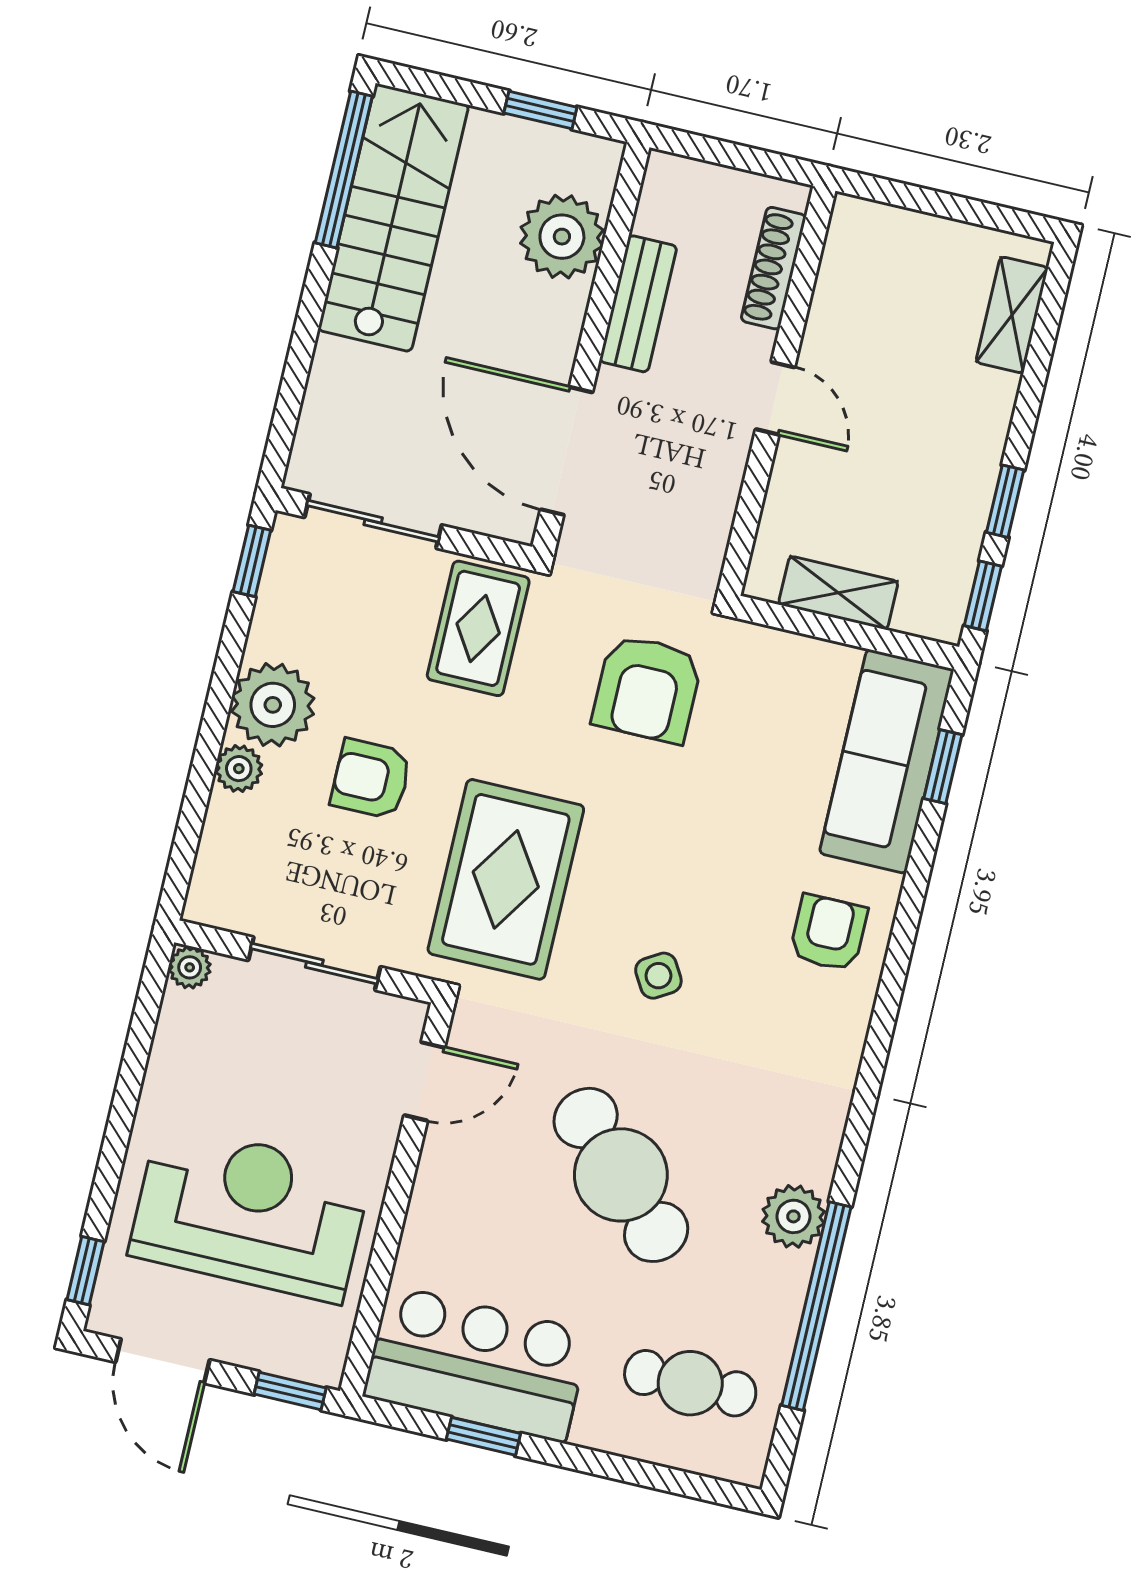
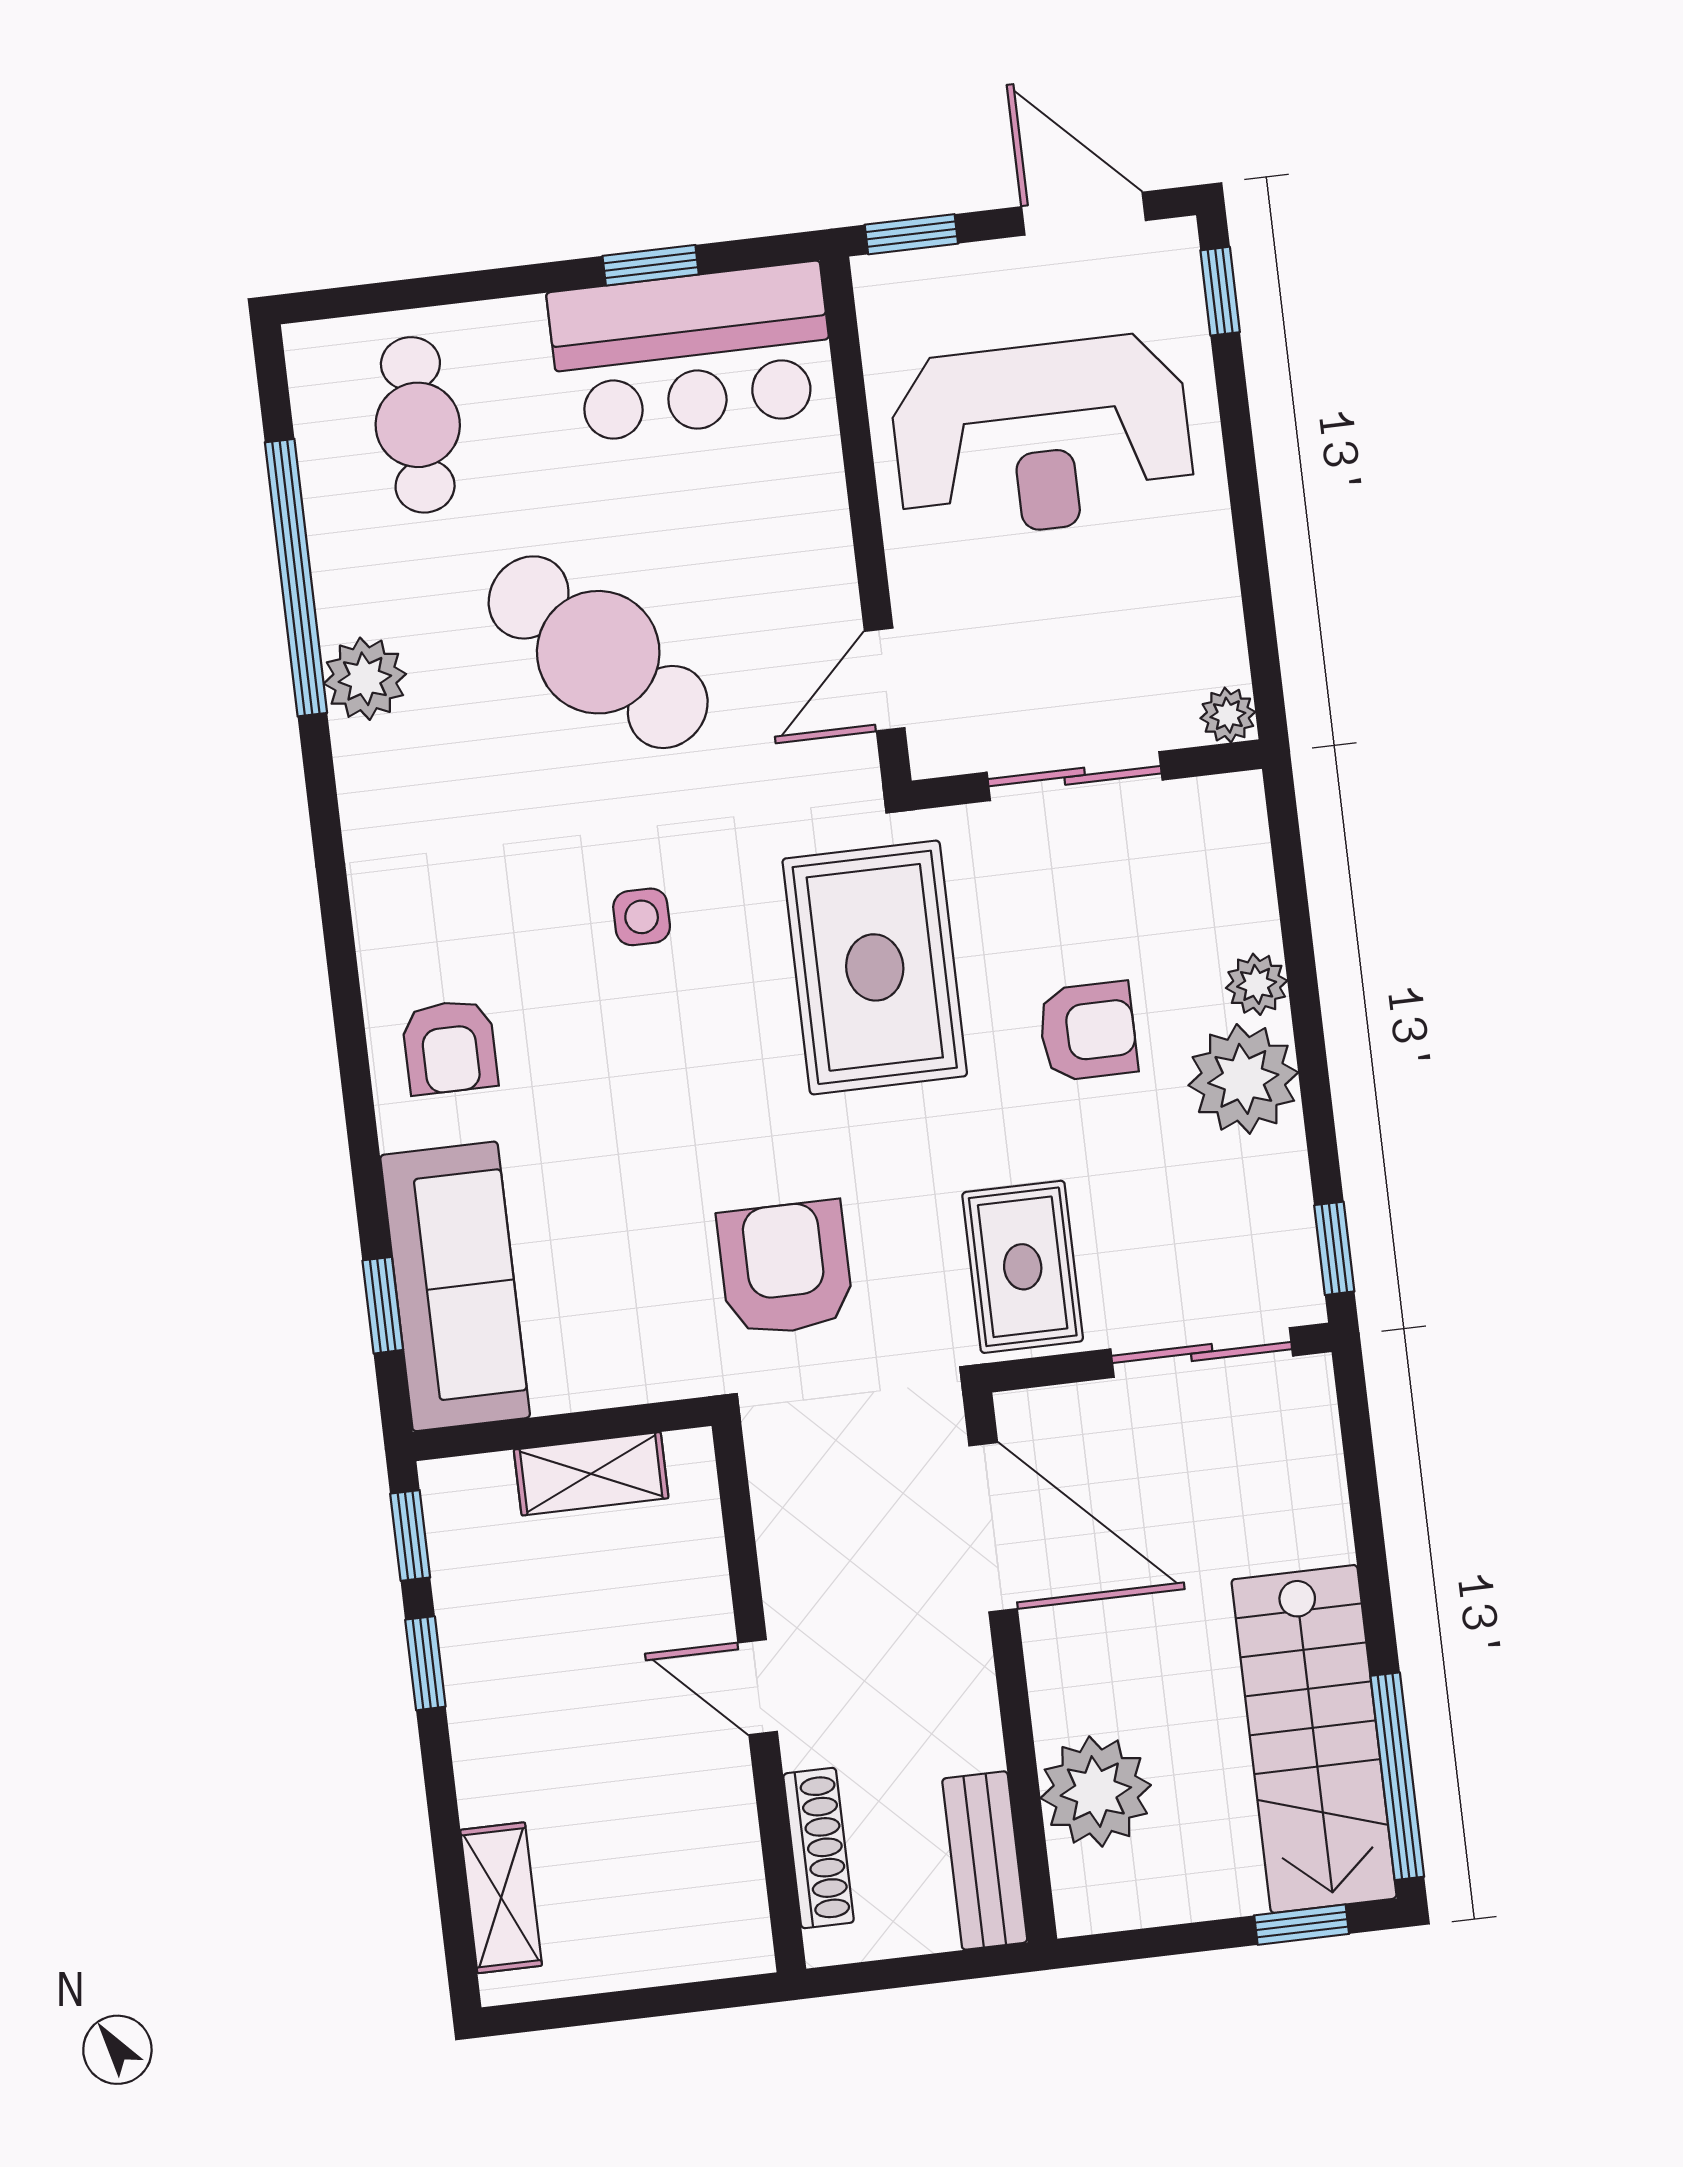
window: (540, 110) -> (1302, 1925), moved
bench: (638, 304) -> (985, 1861), moved
side table: (658, 976) -> (642, 917), turned 31
cafe table: (690, 1383) -> (418, 425), turned 90

